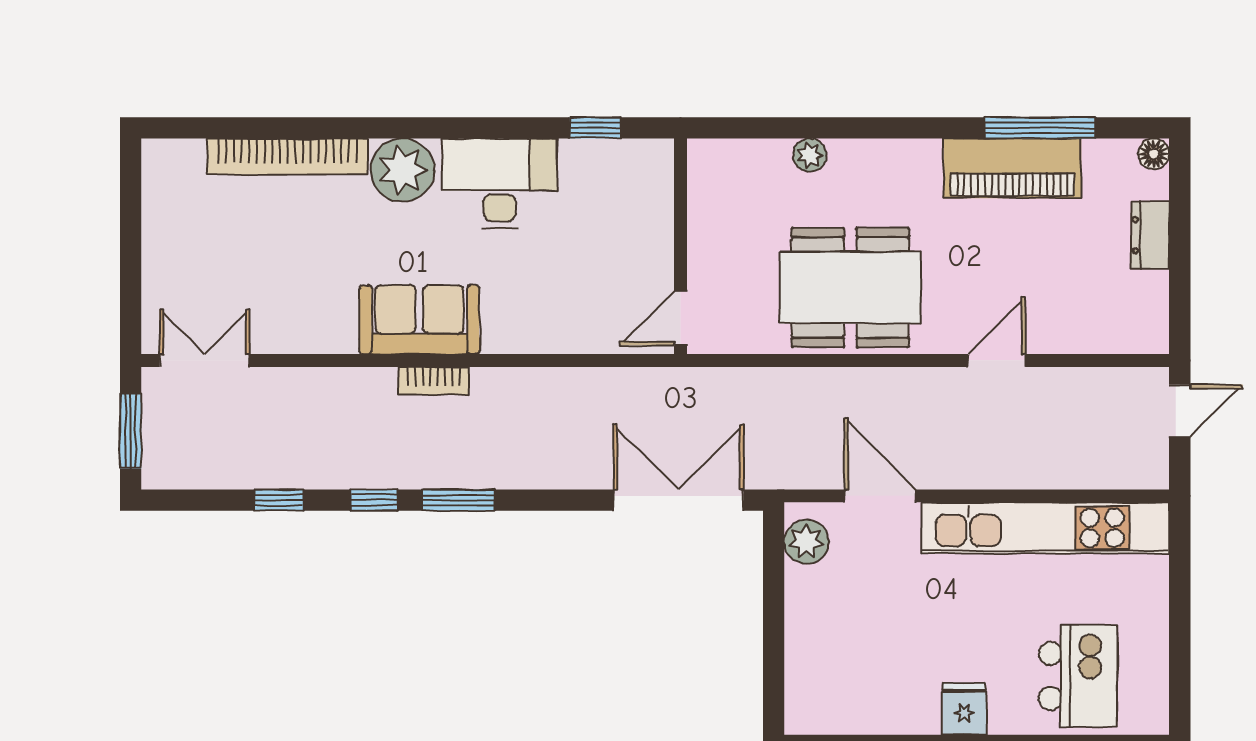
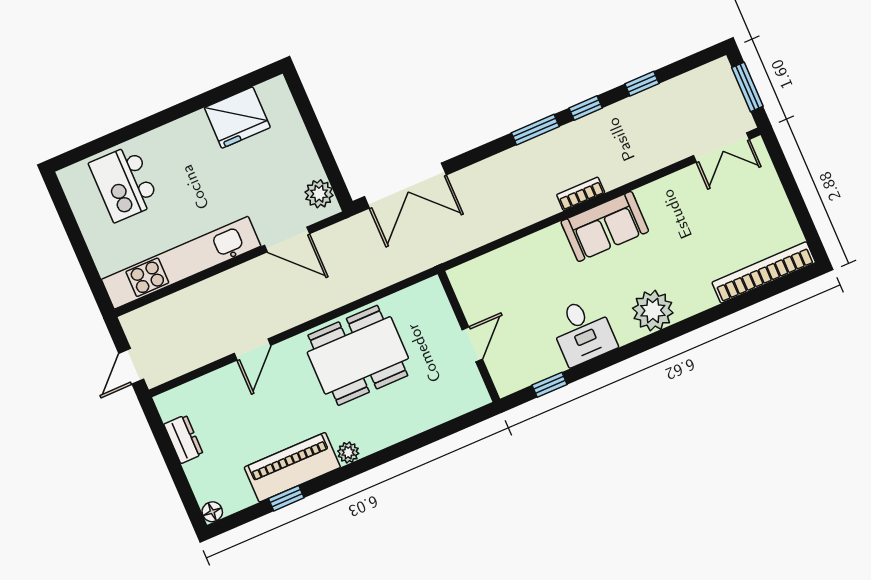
window: (1040, 128) -> (286, 498), width x0.46
plant: (810, 155) -> (348, 452), moved
bookcase: (287, 157) -> (764, 272), moved
desk: (500, 183) -> (583, 331), width x0.73
dresser: (1150, 235) -> (183, 439), moved
door: (681, 318) -> (472, 344), moved
fridge: (964, 709) -> (237, 118), moved, width x1.88, depth x1.34

